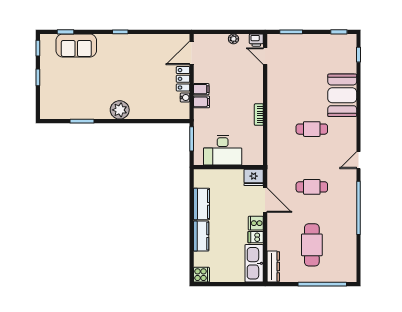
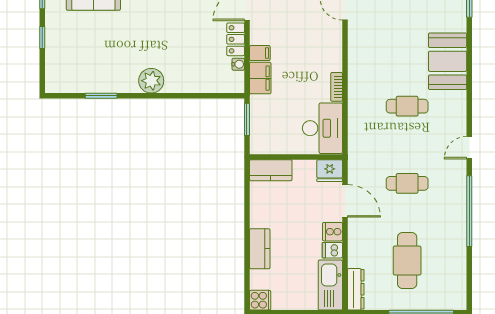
filing cabinet: (202, 102) -> (260, 78), width x2.00
desk: (223, 150) -> (322, 128), moved, turned -90
kitchen counter: (202, 204) -> (271, 170), moved, turned 90

